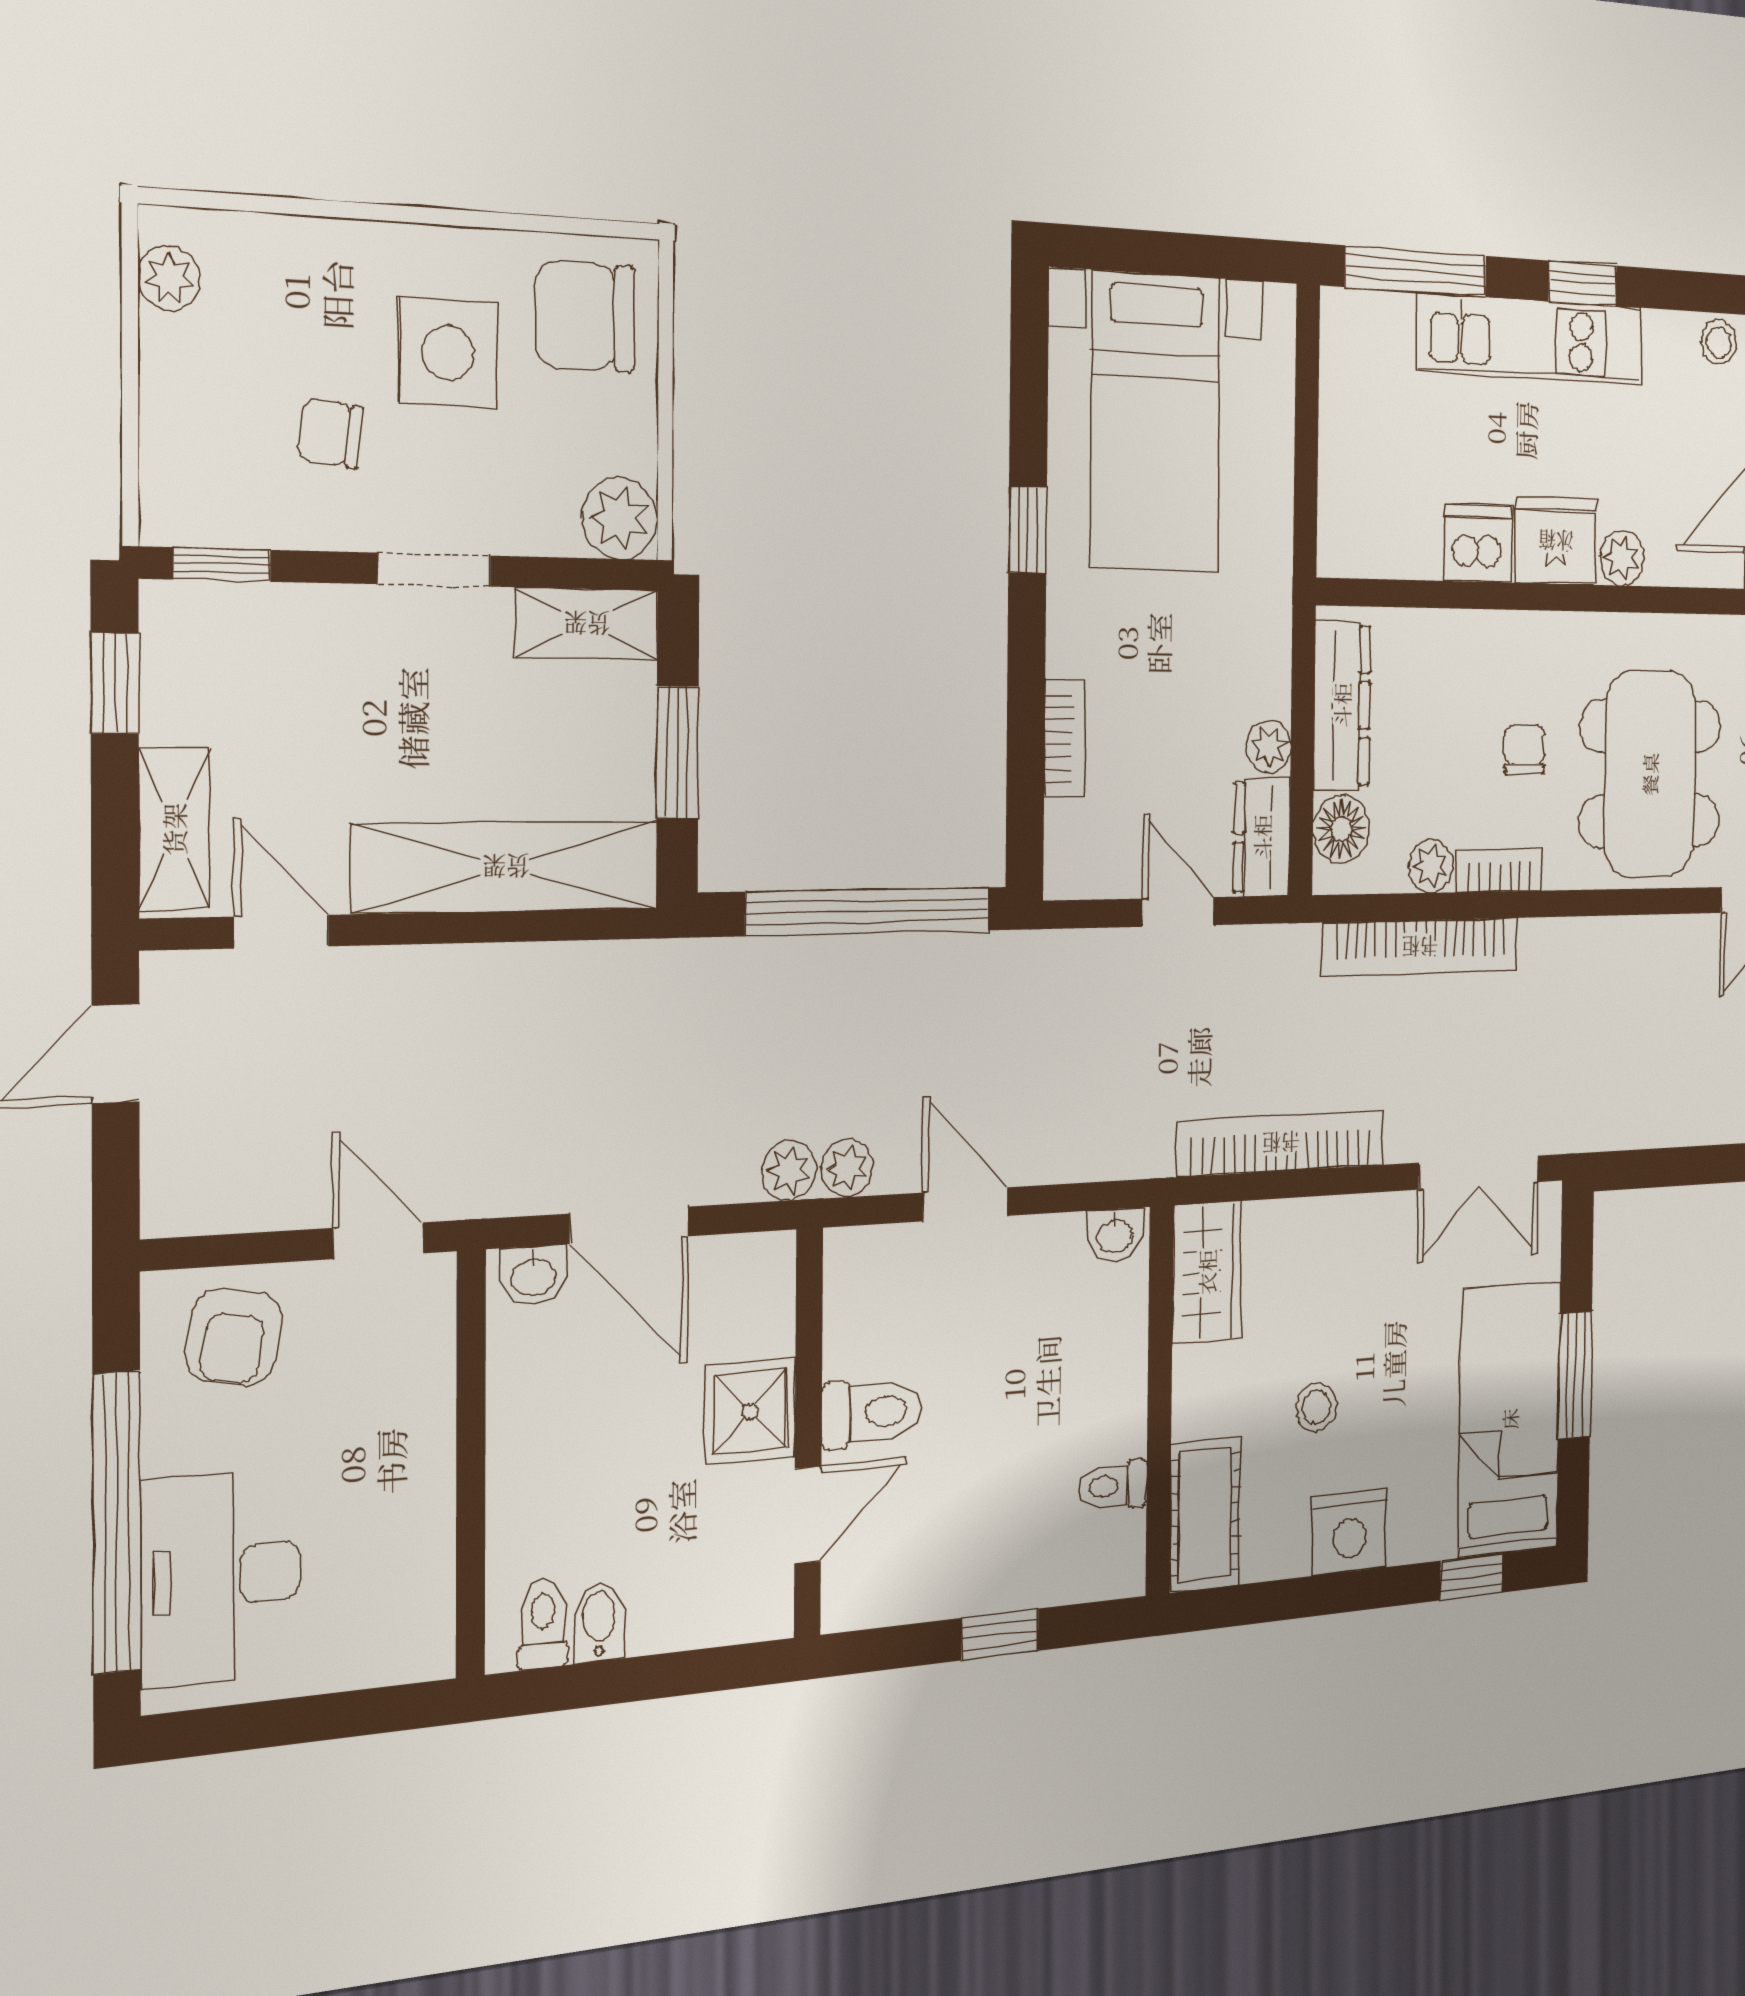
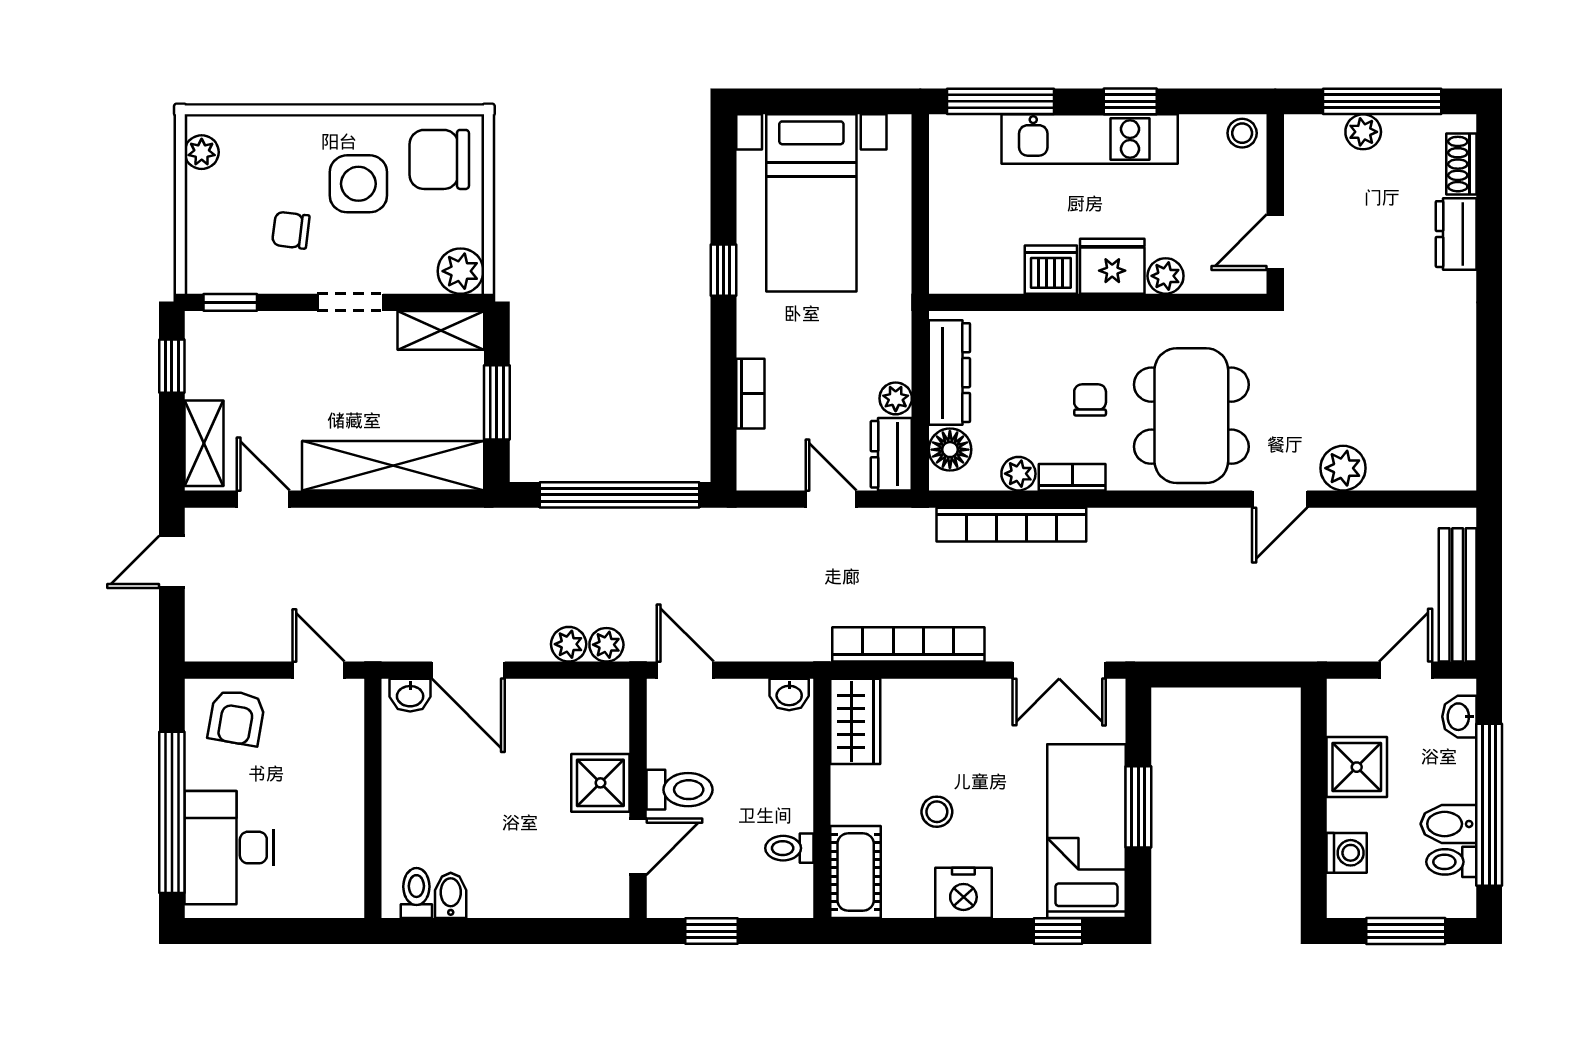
shower: (750, 1412) -> (600, 783), moved
toilet: (872, 1412) -> (679, 790), moved
wall: (808, 1433) -> (638, 798), moved
door: (808, 1515) -> (638, 847), moved

